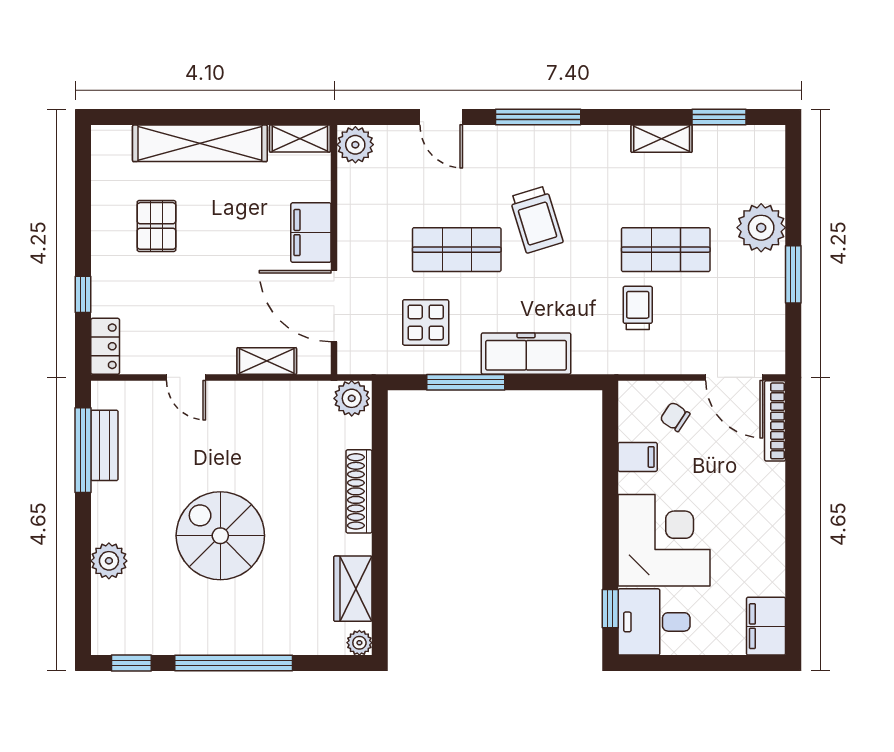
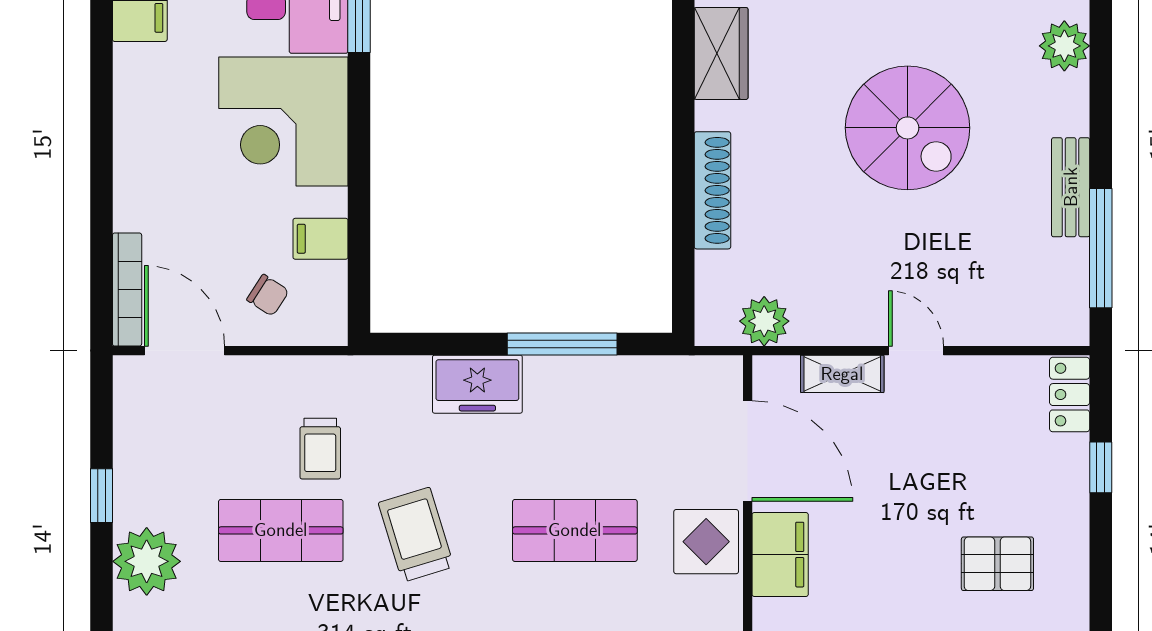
trolley: (536, 220) -> (416, 535), moved
pallet: (156, 226) -> (997, 564), turned 90
window: (793, 274) -> (101, 496), width x0.67
display table: (426, 322) -> (706, 542), moved
freezer: (526, 354) -> (477, 384), width x0.71
door: (186, 377) -> (916, 351), moved
plant: (352, 398) -> (764, 321), moved
bench: (104, 445) -> (1071, 187), moved
plant: (109, 561) -> (1064, 46), moved

